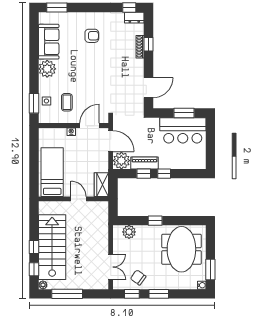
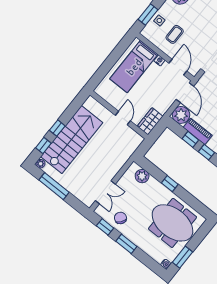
door: (90, 126) -> (178, 67), hinge flipped
bed: (52, 172) -> (134, 67), moved, turned 180
meeting table: (181, 249) -> (173, 223), turned 90

